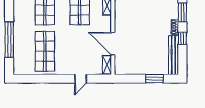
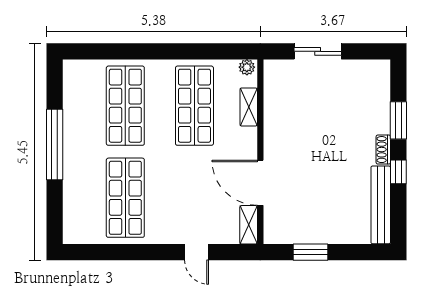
window: (9, 40) -> (55, 144), moved
door: (81, 79) -> (196, 252), hinge flipped
window: (154, 79) -> (311, 252), moved

